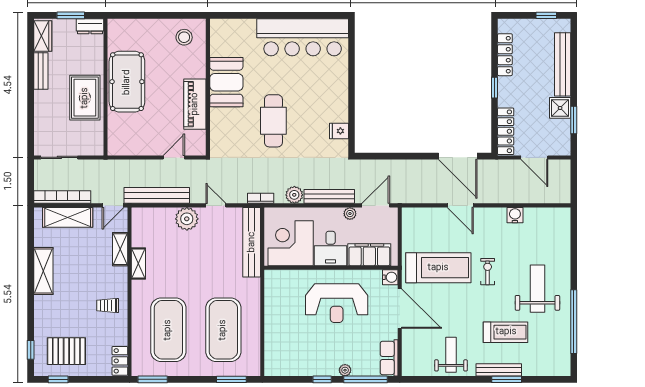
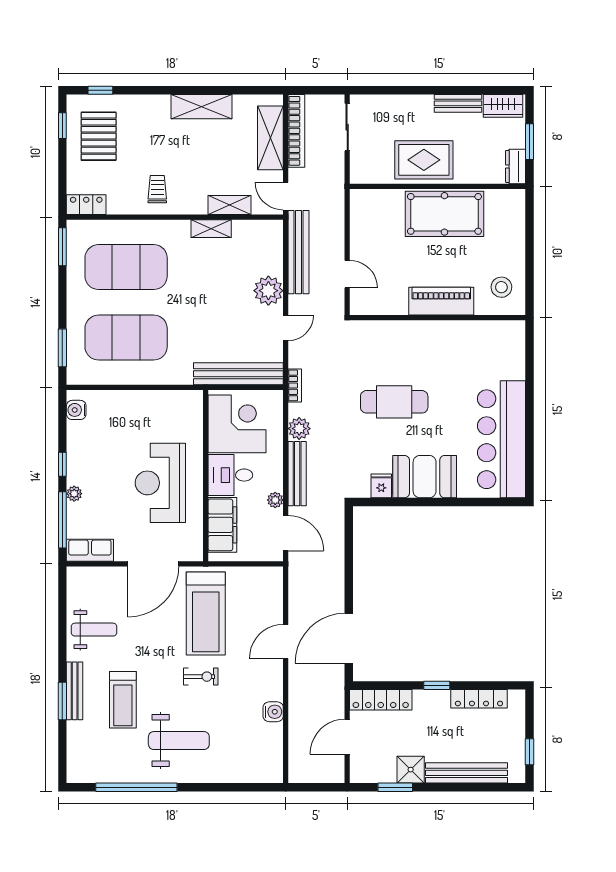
booth: (226, 82) -> (425, 477), moved
piano: (195, 104) -> (441, 301), moved
water cooler: (390, 277) -> (76, 410), moved, turned 90

